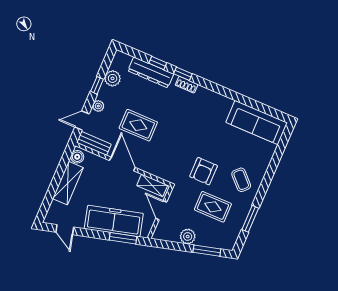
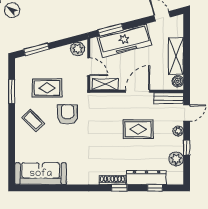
window: (158, 63) -> (155, 188), moved
shoe rack: (187, 85) -> (112, 180), width x1.43
door: (122, 164) -> (138, 91), swing flipped
plant: (188, 236) -> (78, 49), moved

